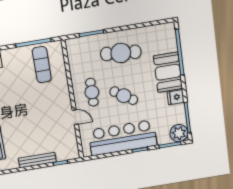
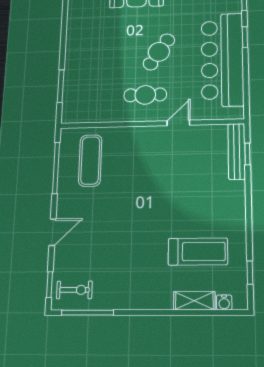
cafe table: (121, 53) -> (97, 50), removed
exercise mat: (42, 65) -> (90, 160), turned 90
bench: (37, 160) -> (237, 151), moved

